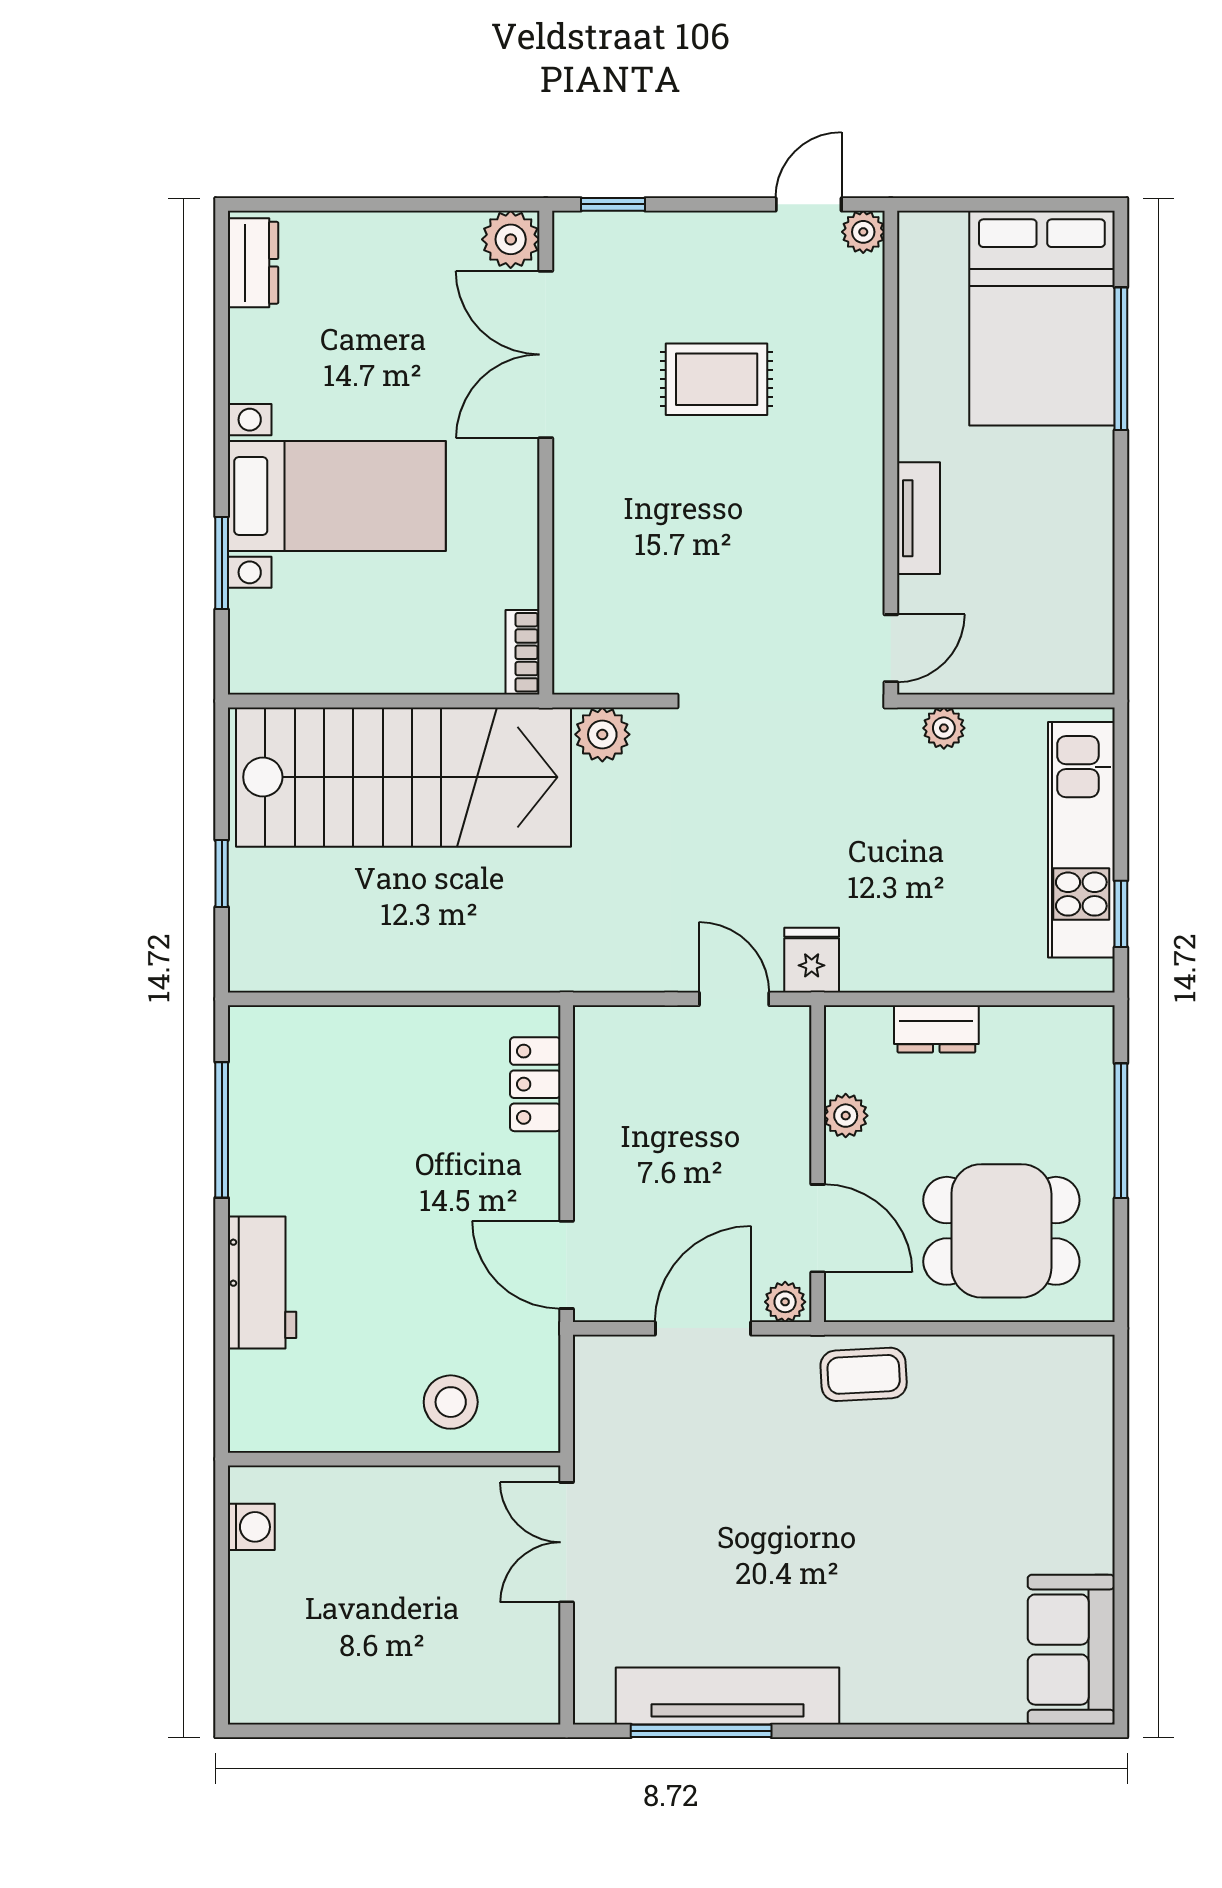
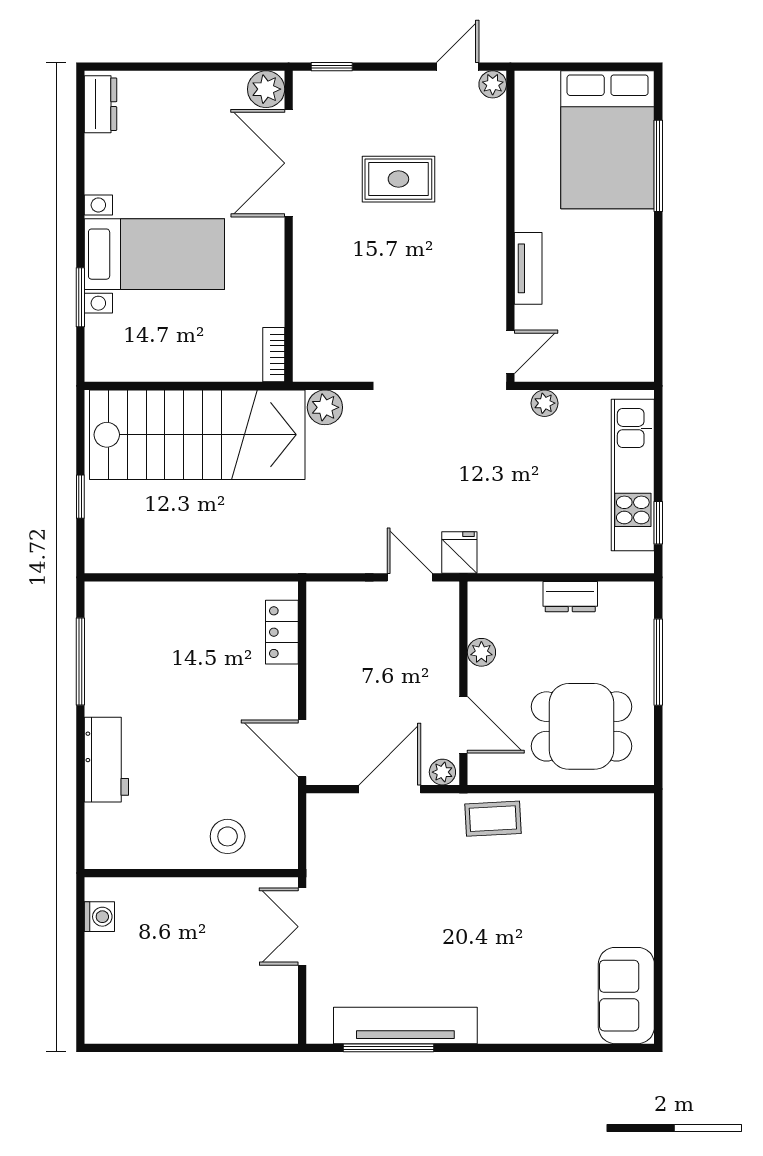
dresser: (936, 1029) -> (570, 597), moved

